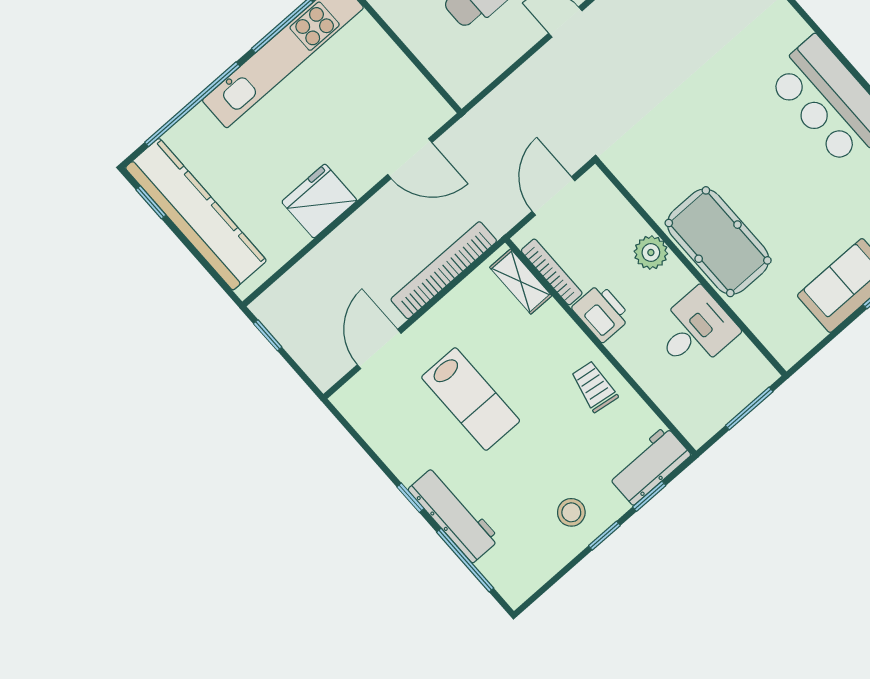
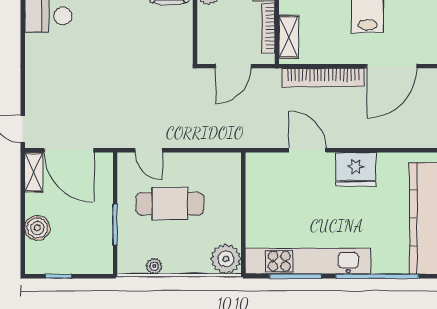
door: (410, 159) -> (308, 150), moved
door: (379, 349) -> (392, 66), width x1.36

